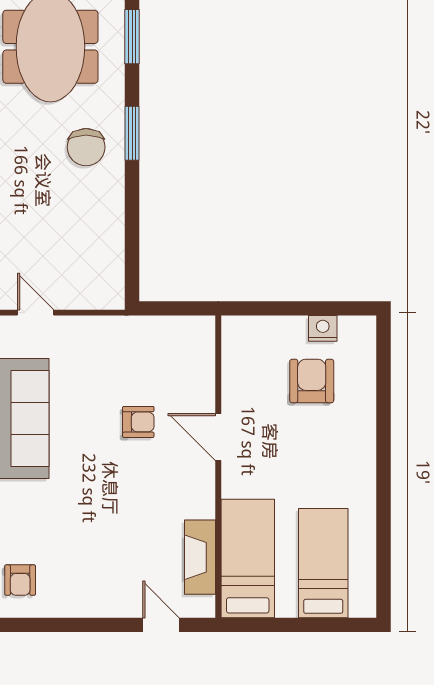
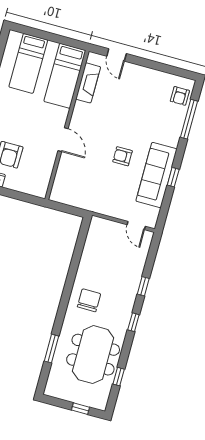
window: (132, 133) -> (64, 301), removed
armchair: (138, 422) -> (123, 156), moved
armchair: (20, 580) -> (180, 96), turned 180

